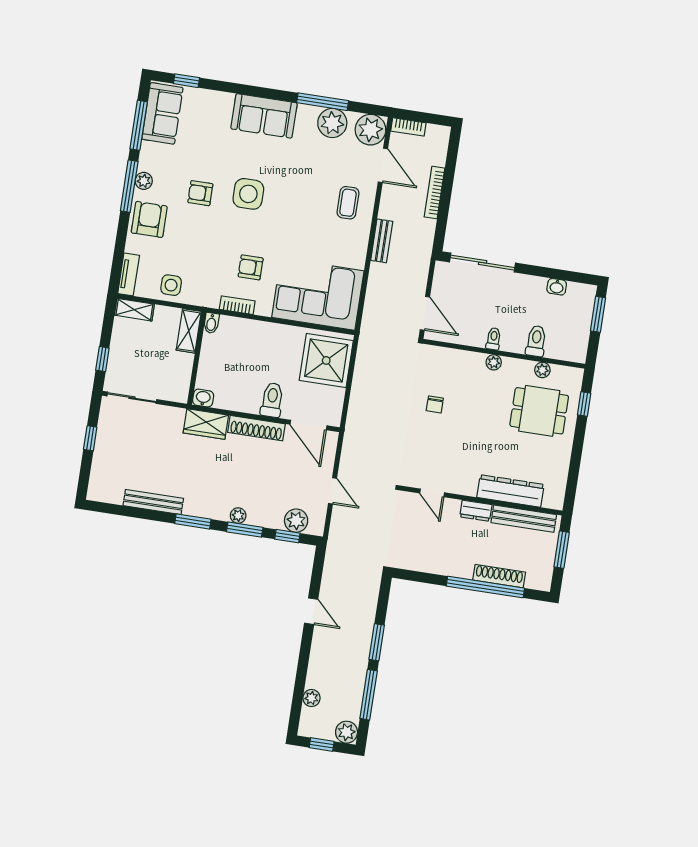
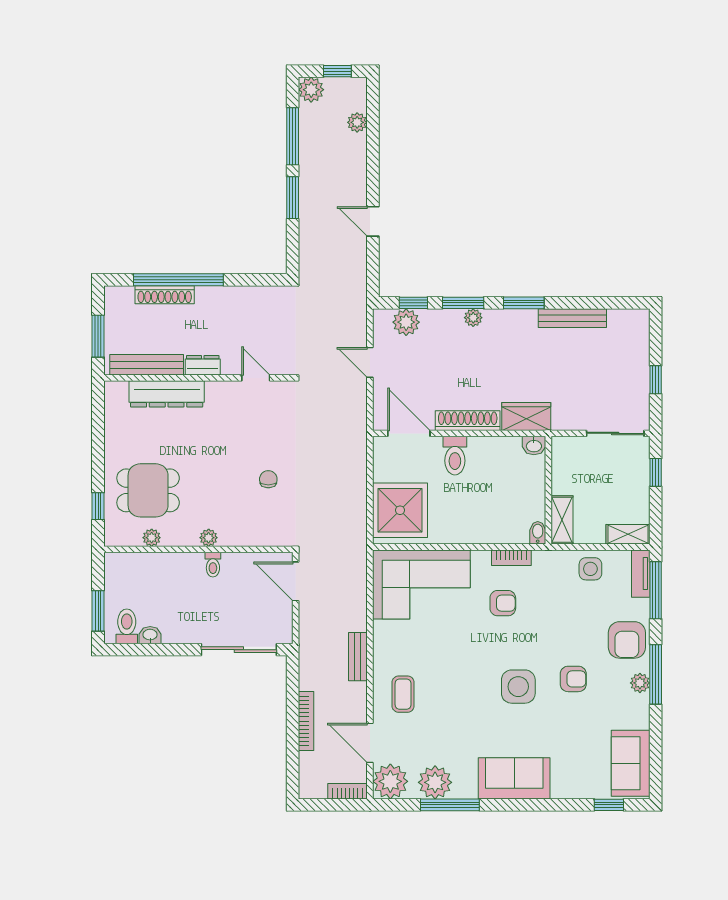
window: (139, 125) -> (656, 590), moved
toilet: (536, 341) -> (127, 626), moved, turned 180

